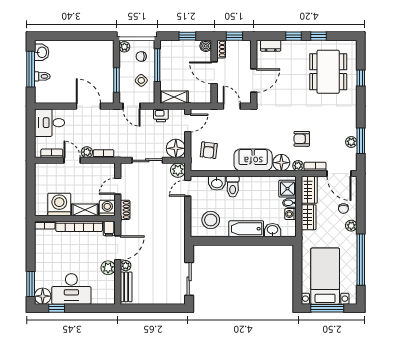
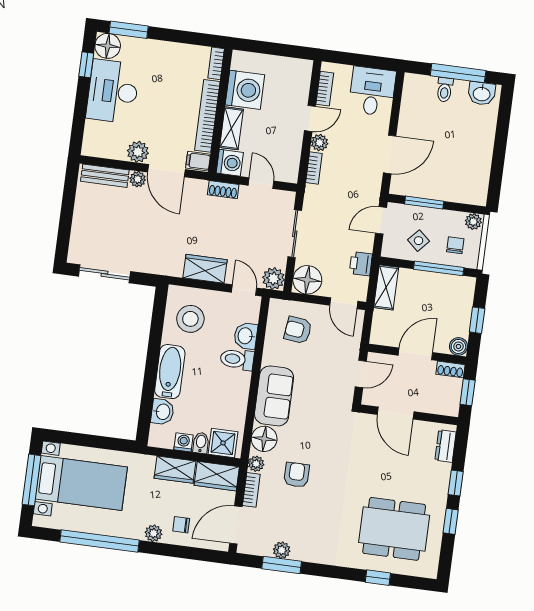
wardrobe: (177, 215) -> (205, 269), added

